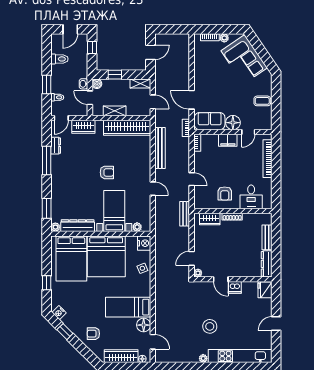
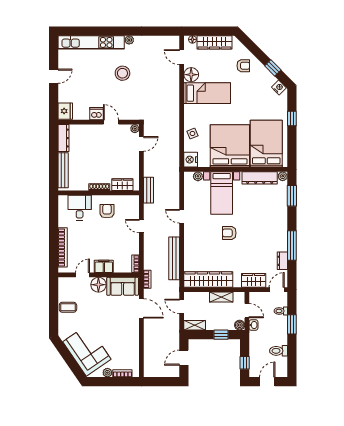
bench: (267, 237) -> (63, 170), width x1.36

